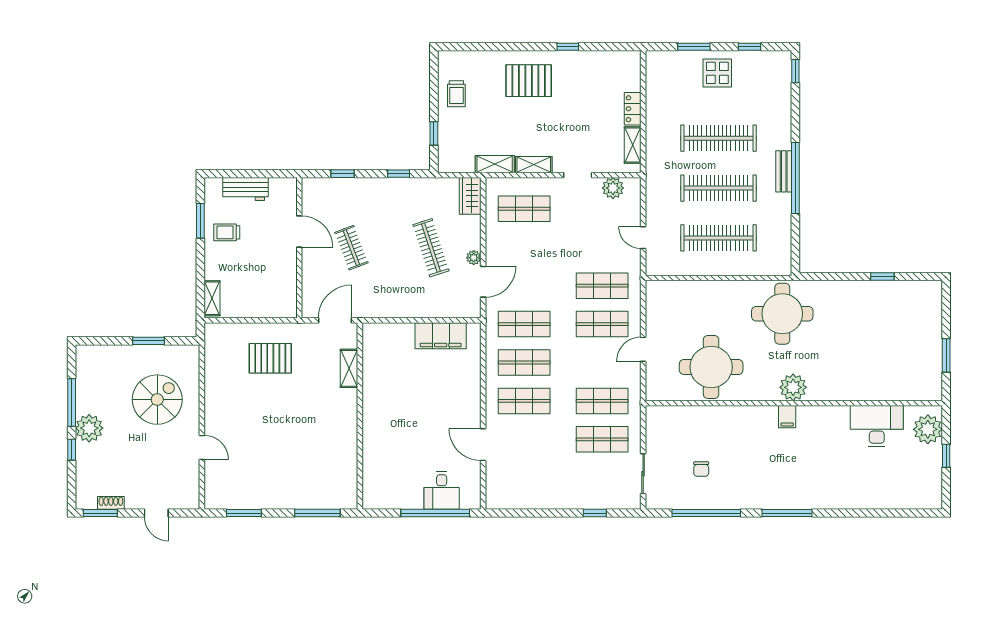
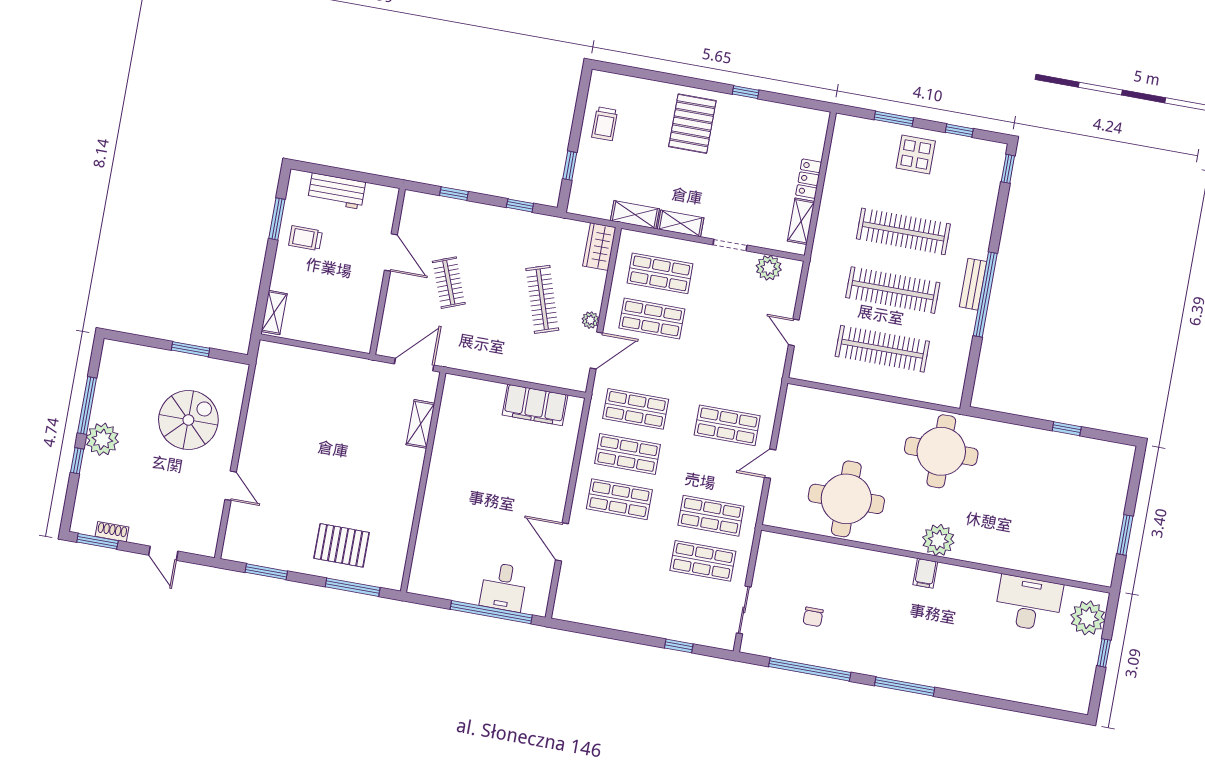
pallet: (529, 81) -> (692, 124), turned 90
shop shelf: (602, 286) -> (652, 319), moved
pallet: (270, 358) -> (342, 545), moved

